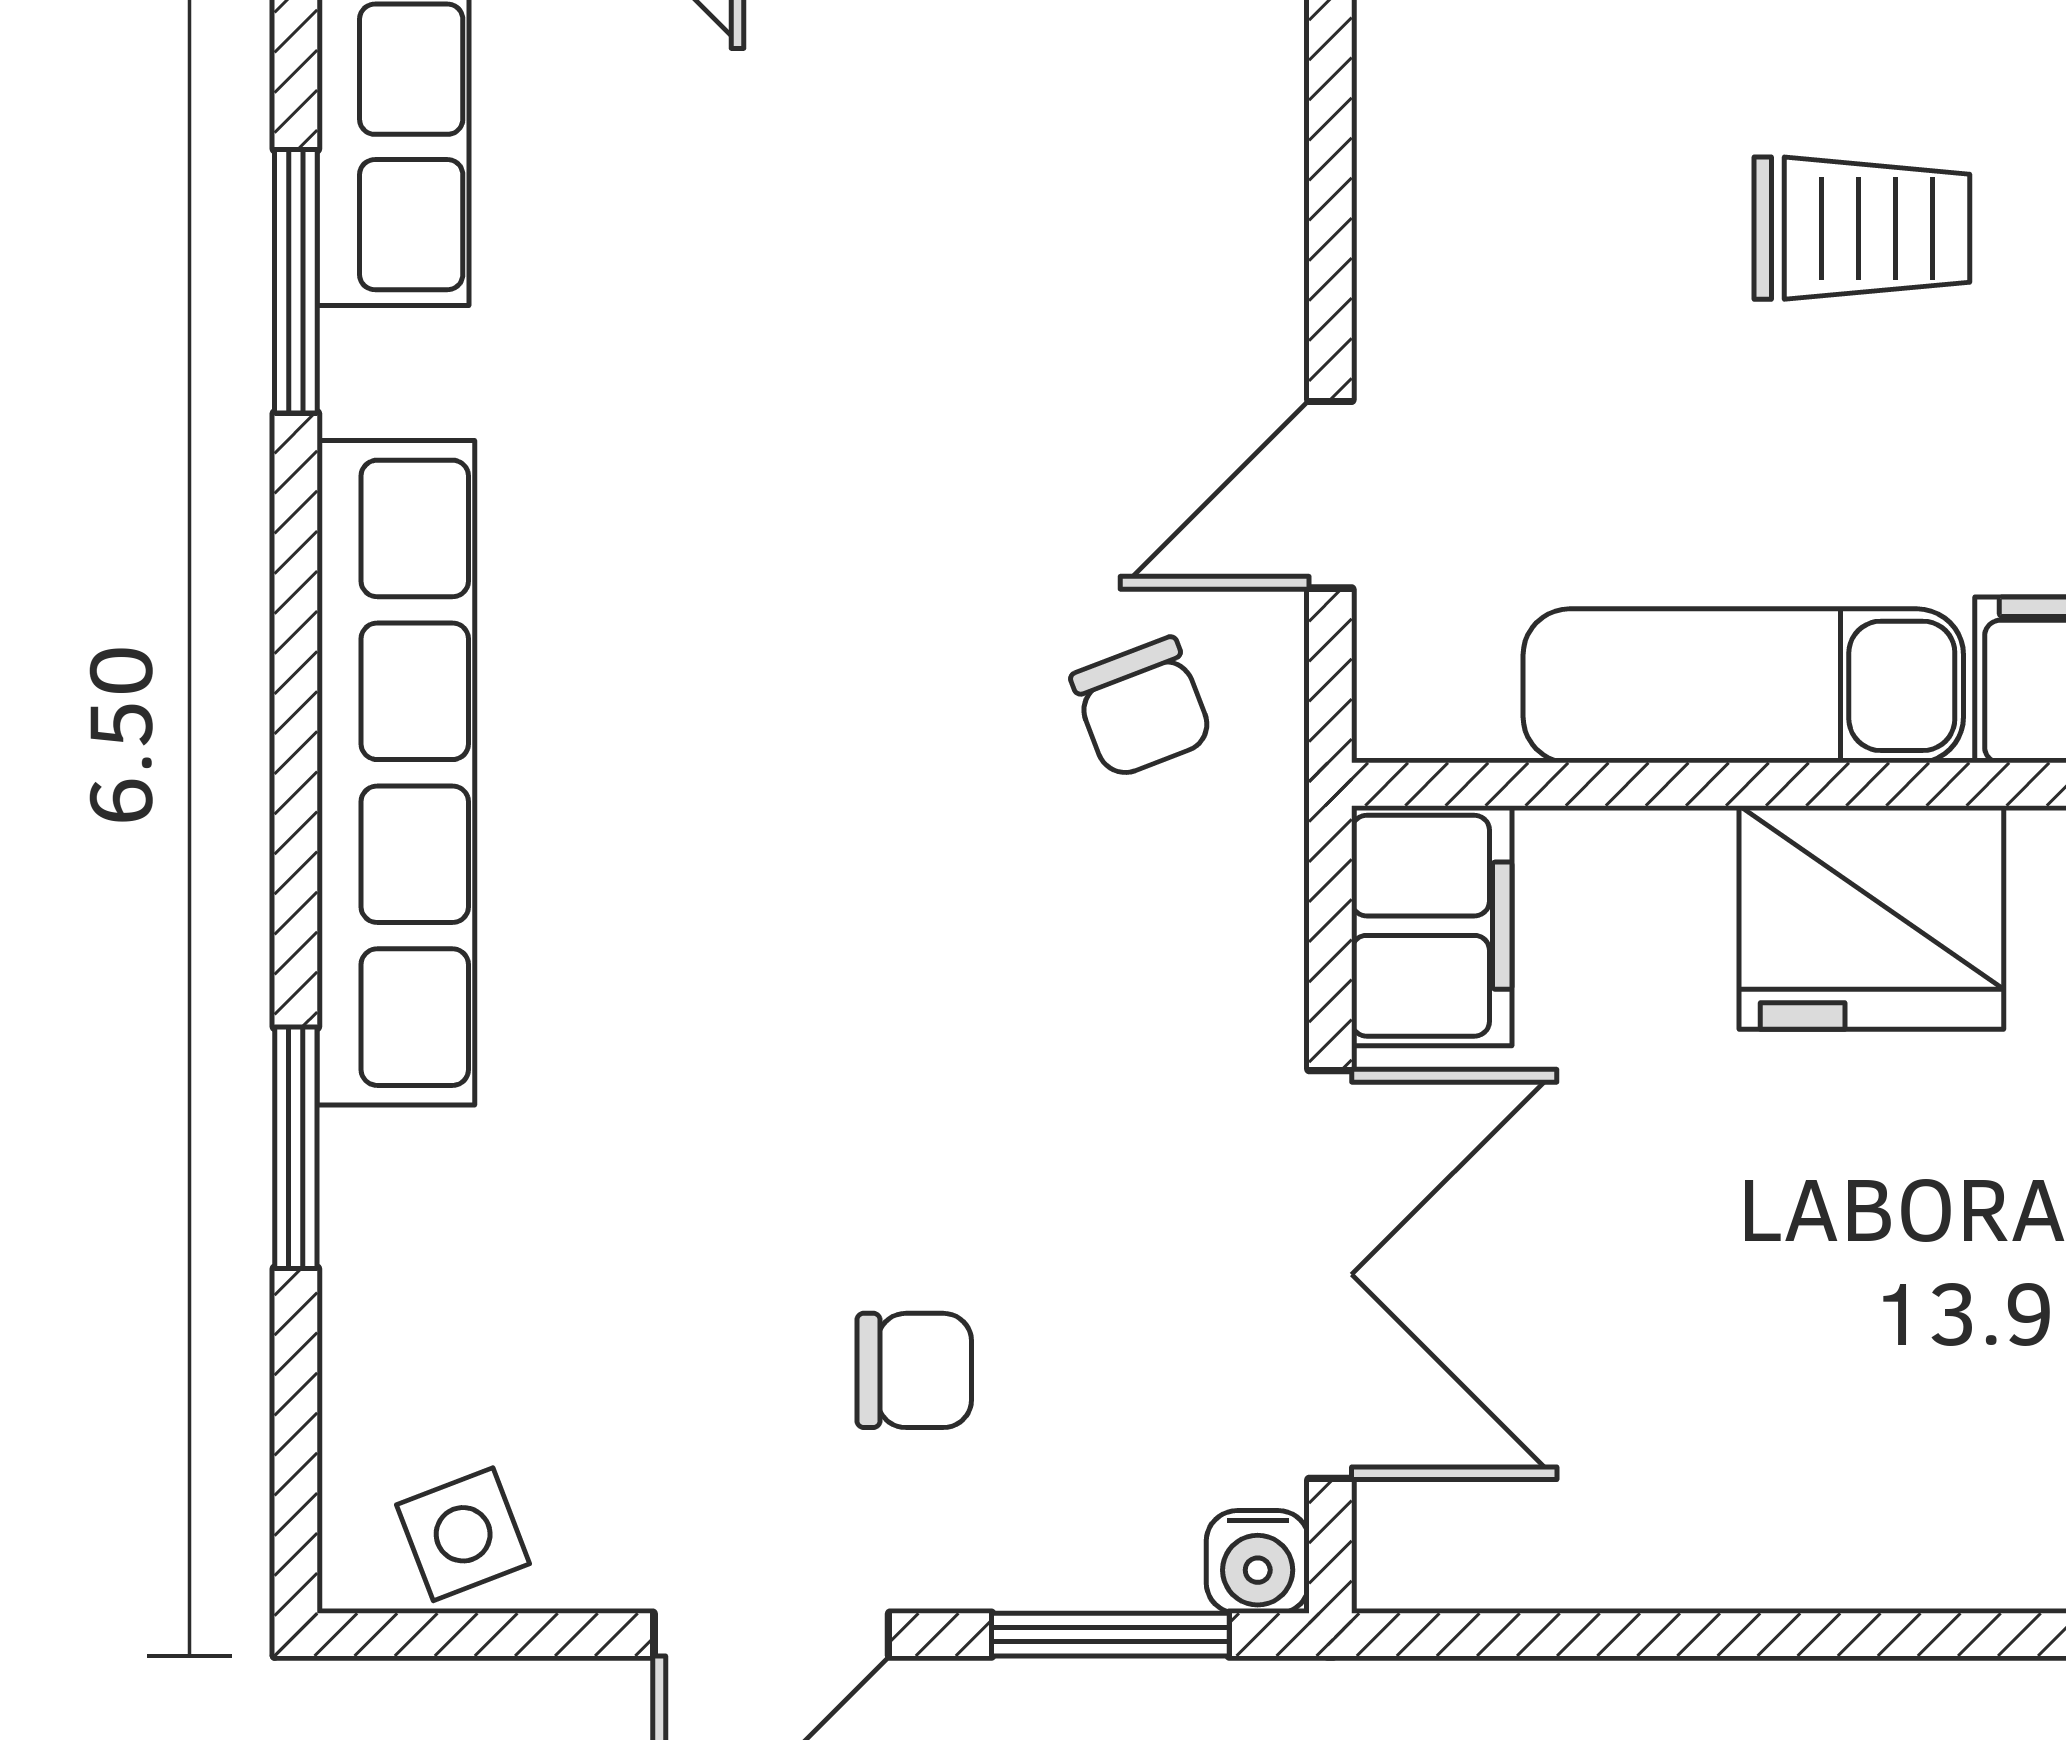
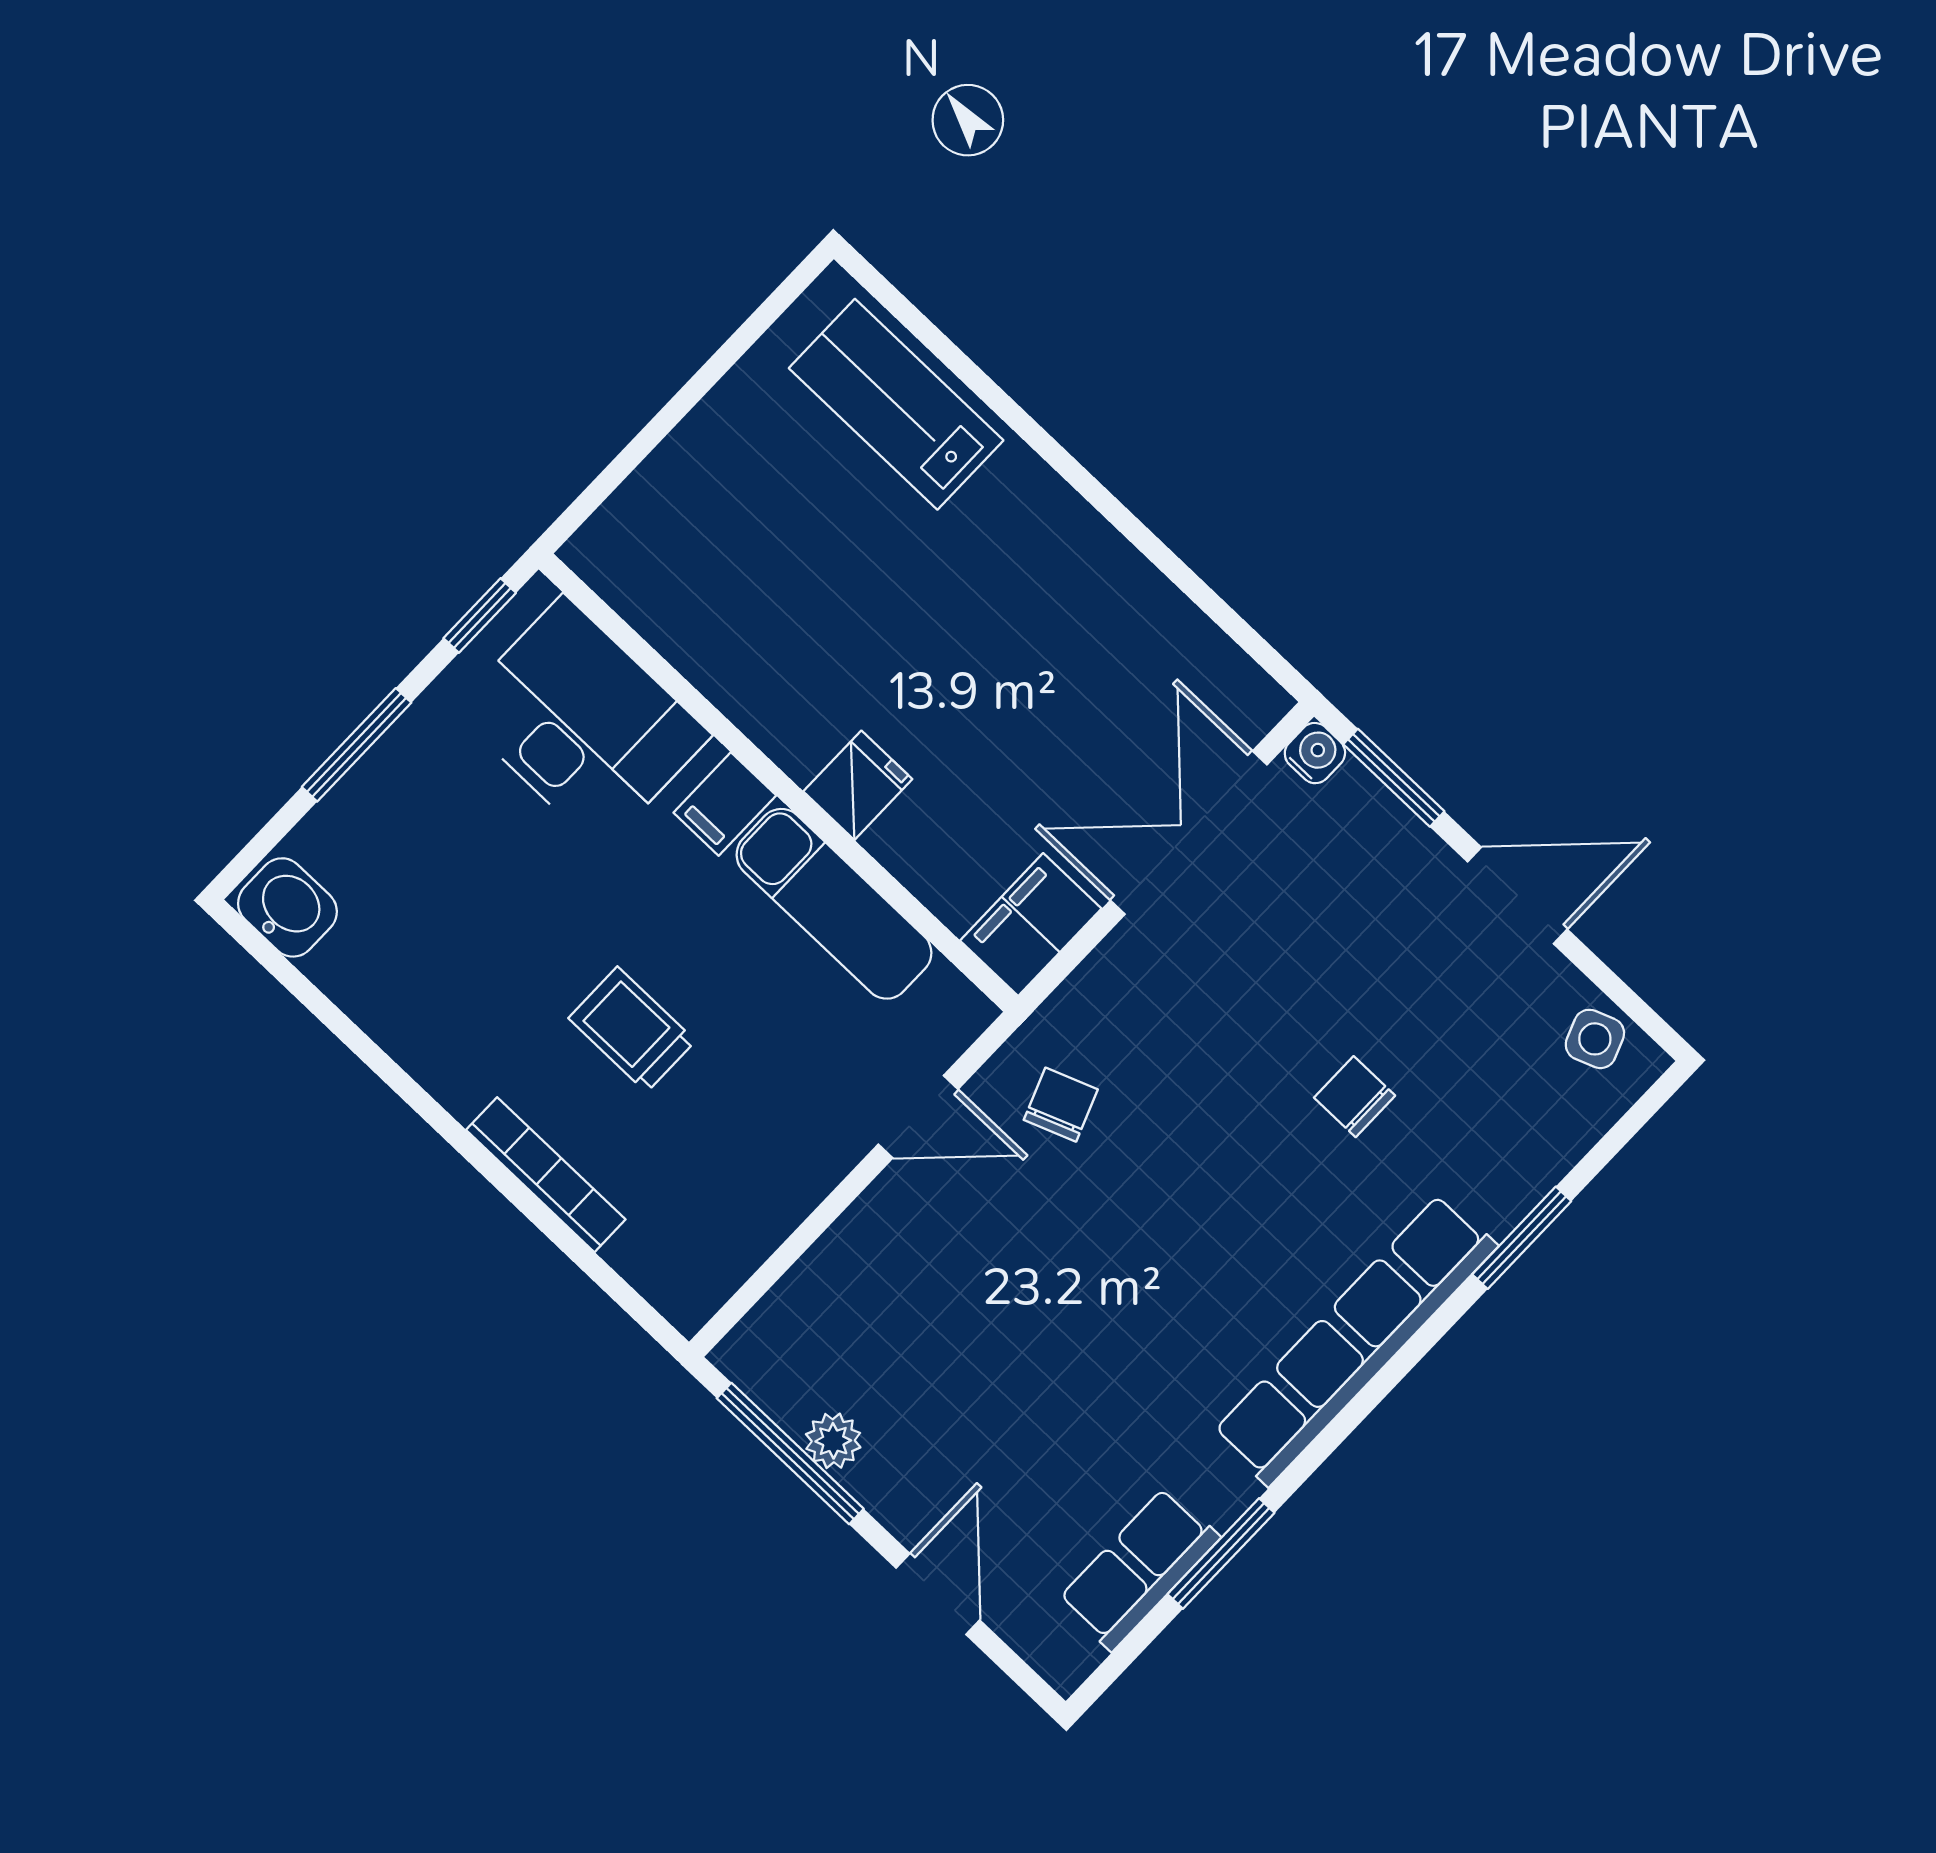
fridge: (1871, 917) -> (858, 785), width x0.53, depth x0.75
chair: (914, 1370) -> (1355, 1097), moved

